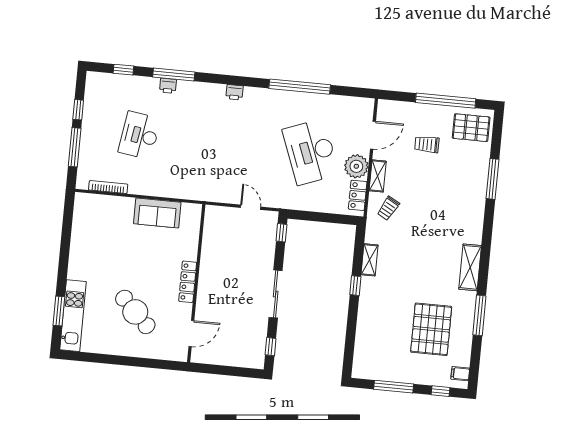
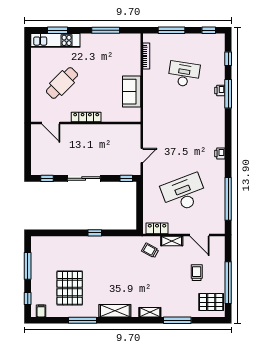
window: (300, 87) -> (228, 199), moved
printer: (235, 92) -> (220, 154), moved
window: (78, 110) -> (209, 30), moved
pallet: (471, 128) -> (211, 302), turned 90
plant: (356, 166) -> (177, 226), removed
window: (65, 242) -> (106, 30), added
shelving: (370, 260) -> (150, 312), moved
pallet: (431, 329) -> (70, 288), turned 90

